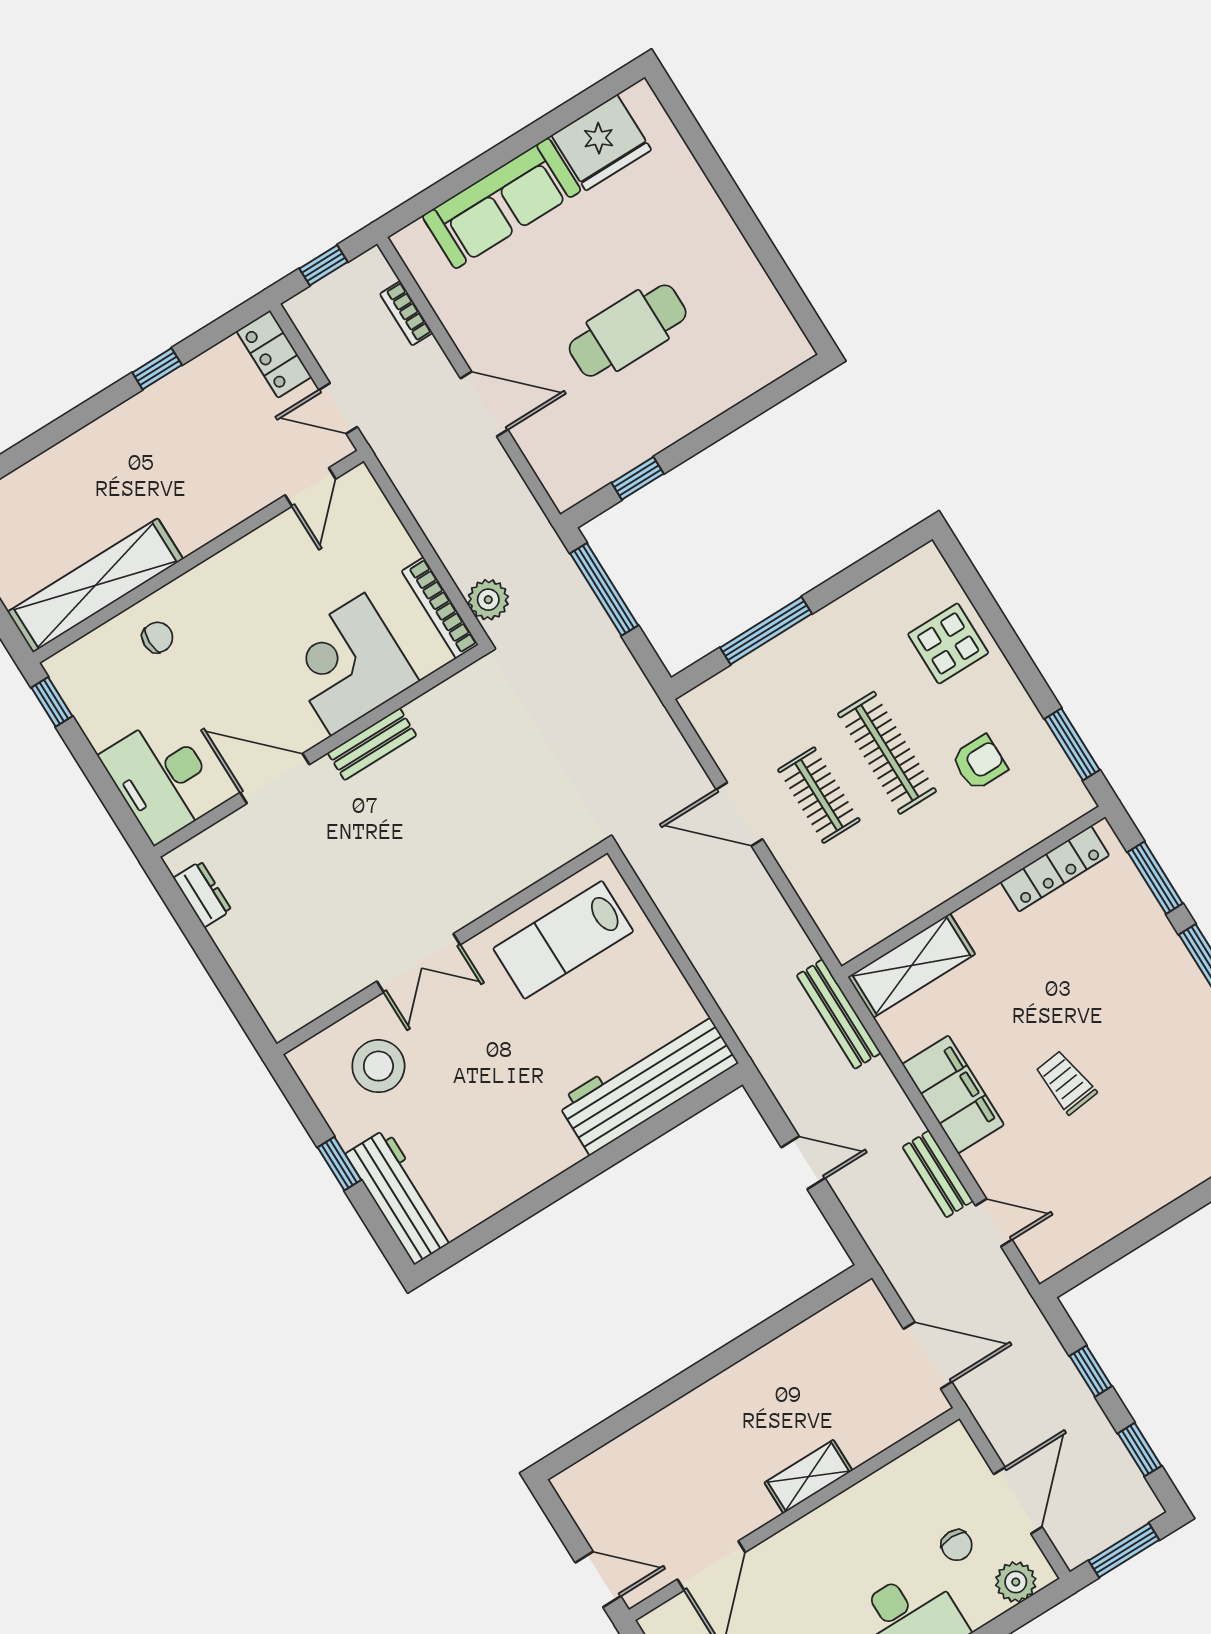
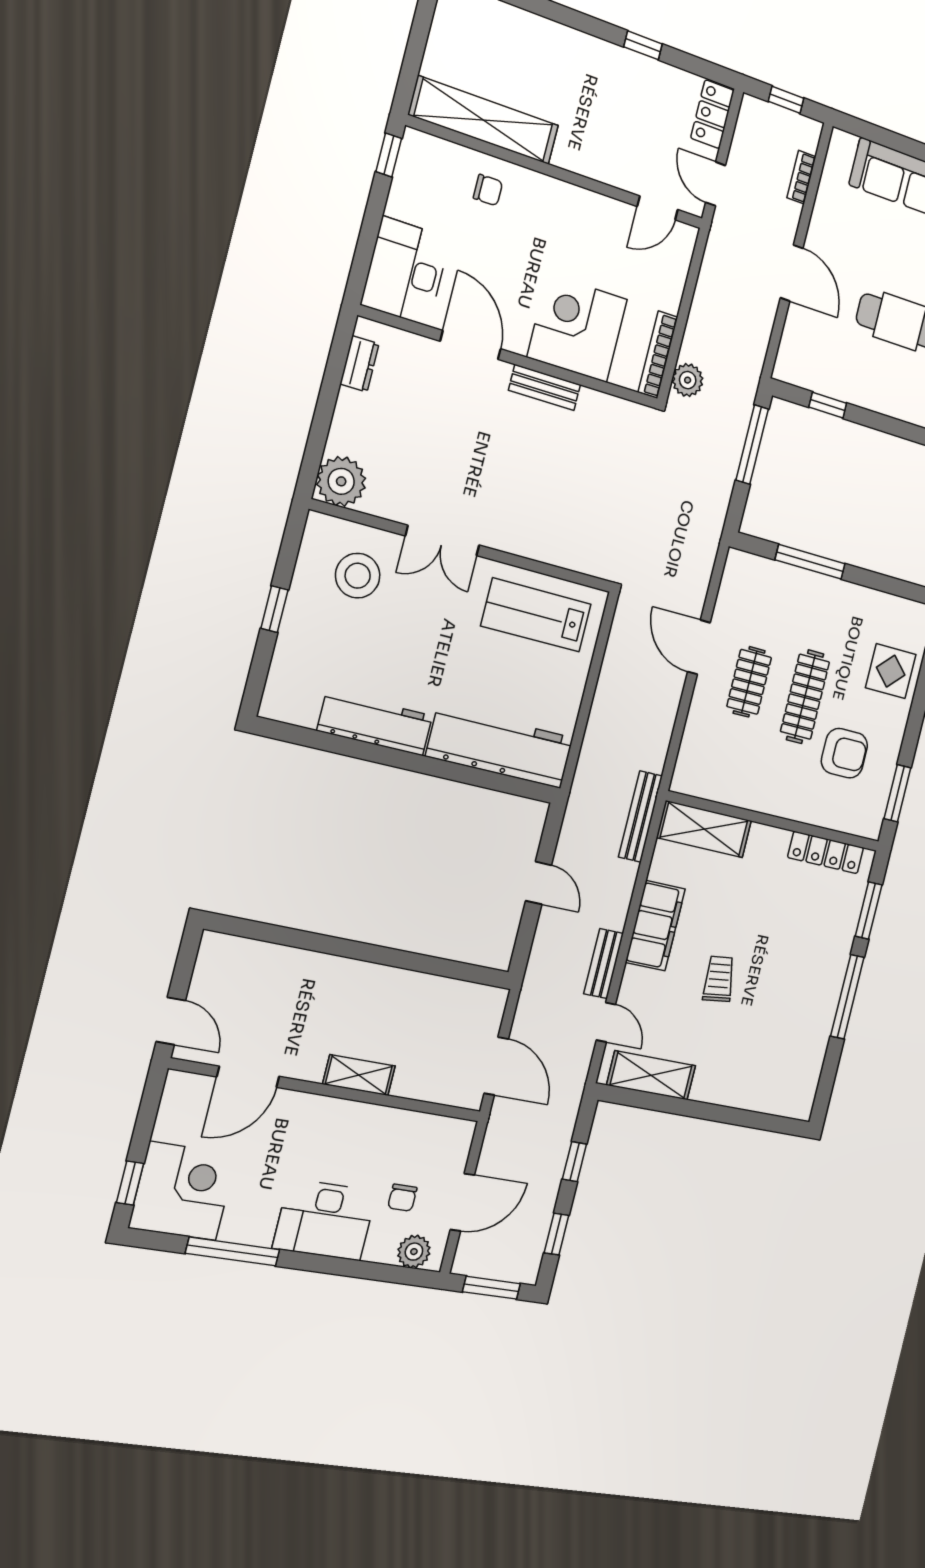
armchair: (979, 763) -> (844, 753), width x1.38, depth x1.38
plant: (286, 1004) -> (341, 481), added
workbench: (400, 1197) -> (375, 723), moved, turned -90
shelving: (1088, 1229) -> (651, 1075), added

